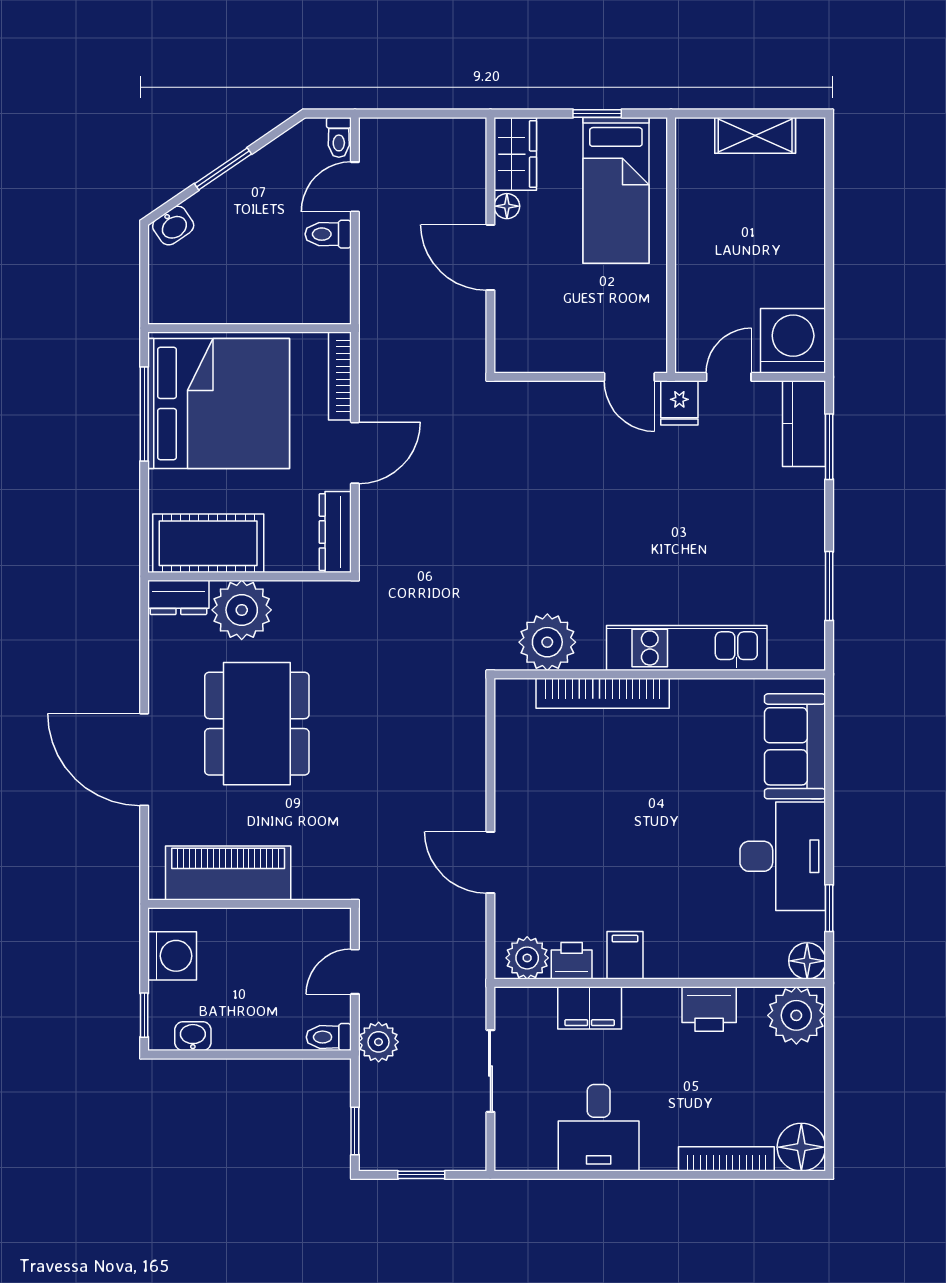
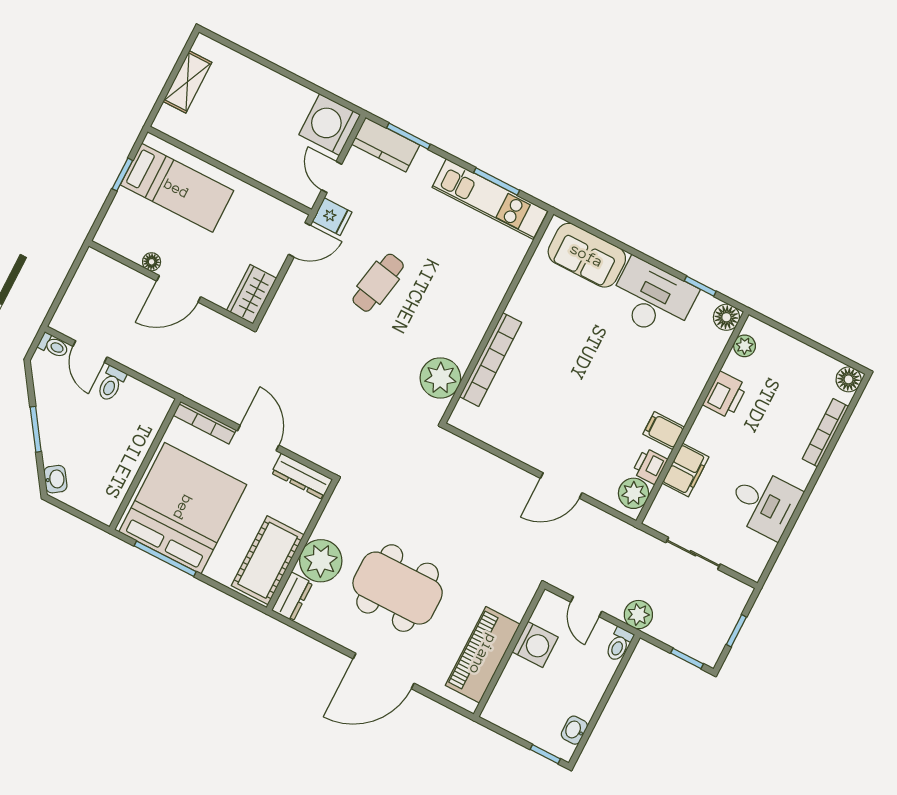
wardrobe: (515, 154) -> (252, 294), moved, turned -90
cafe table: (626, 503) -> (378, 283), added
kitchen unit: (687, 648) -> (490, 199), moved, turned -90
washing machine: (172, 956) -> (535, 644), moved, turned 90
plant: (796, 1015) -> (745, 346), width x0.53, depth x0.53
floor lamp: (801, 1147) -> (849, 379), width x0.73, depth x0.73

